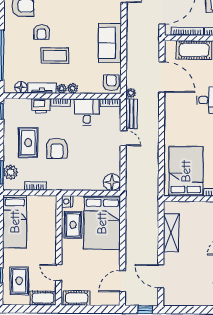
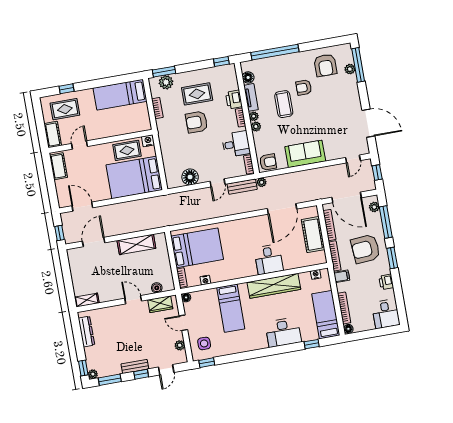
floor lamp: (112, 182) -> (190, 177), moved

